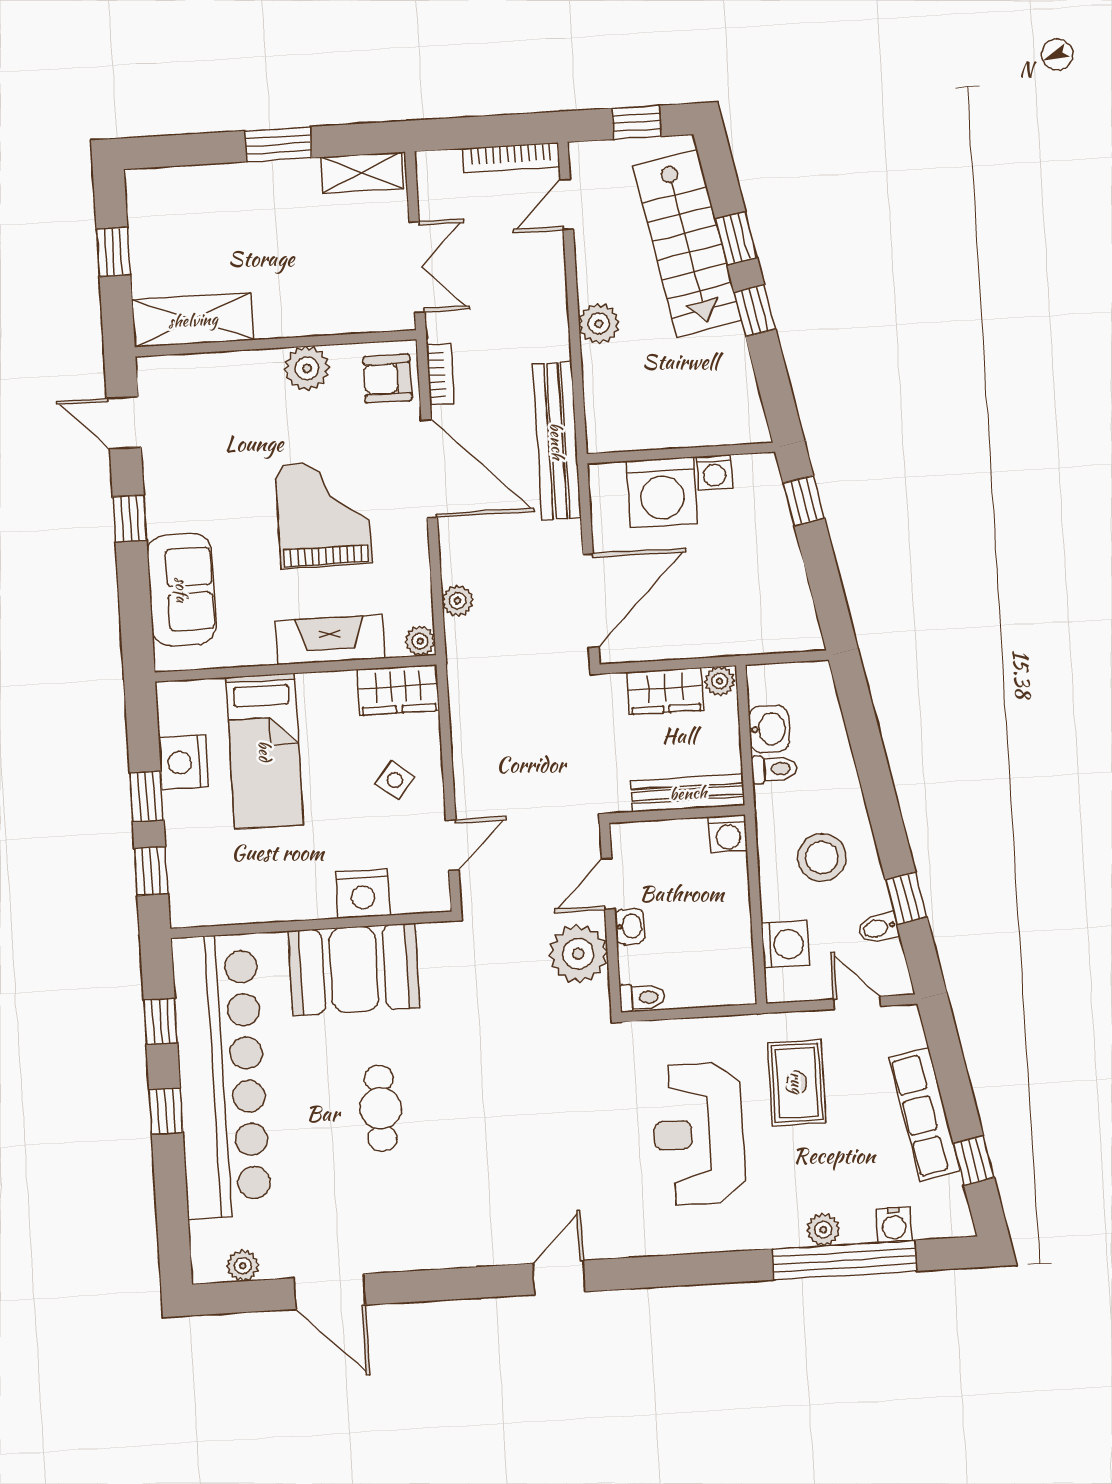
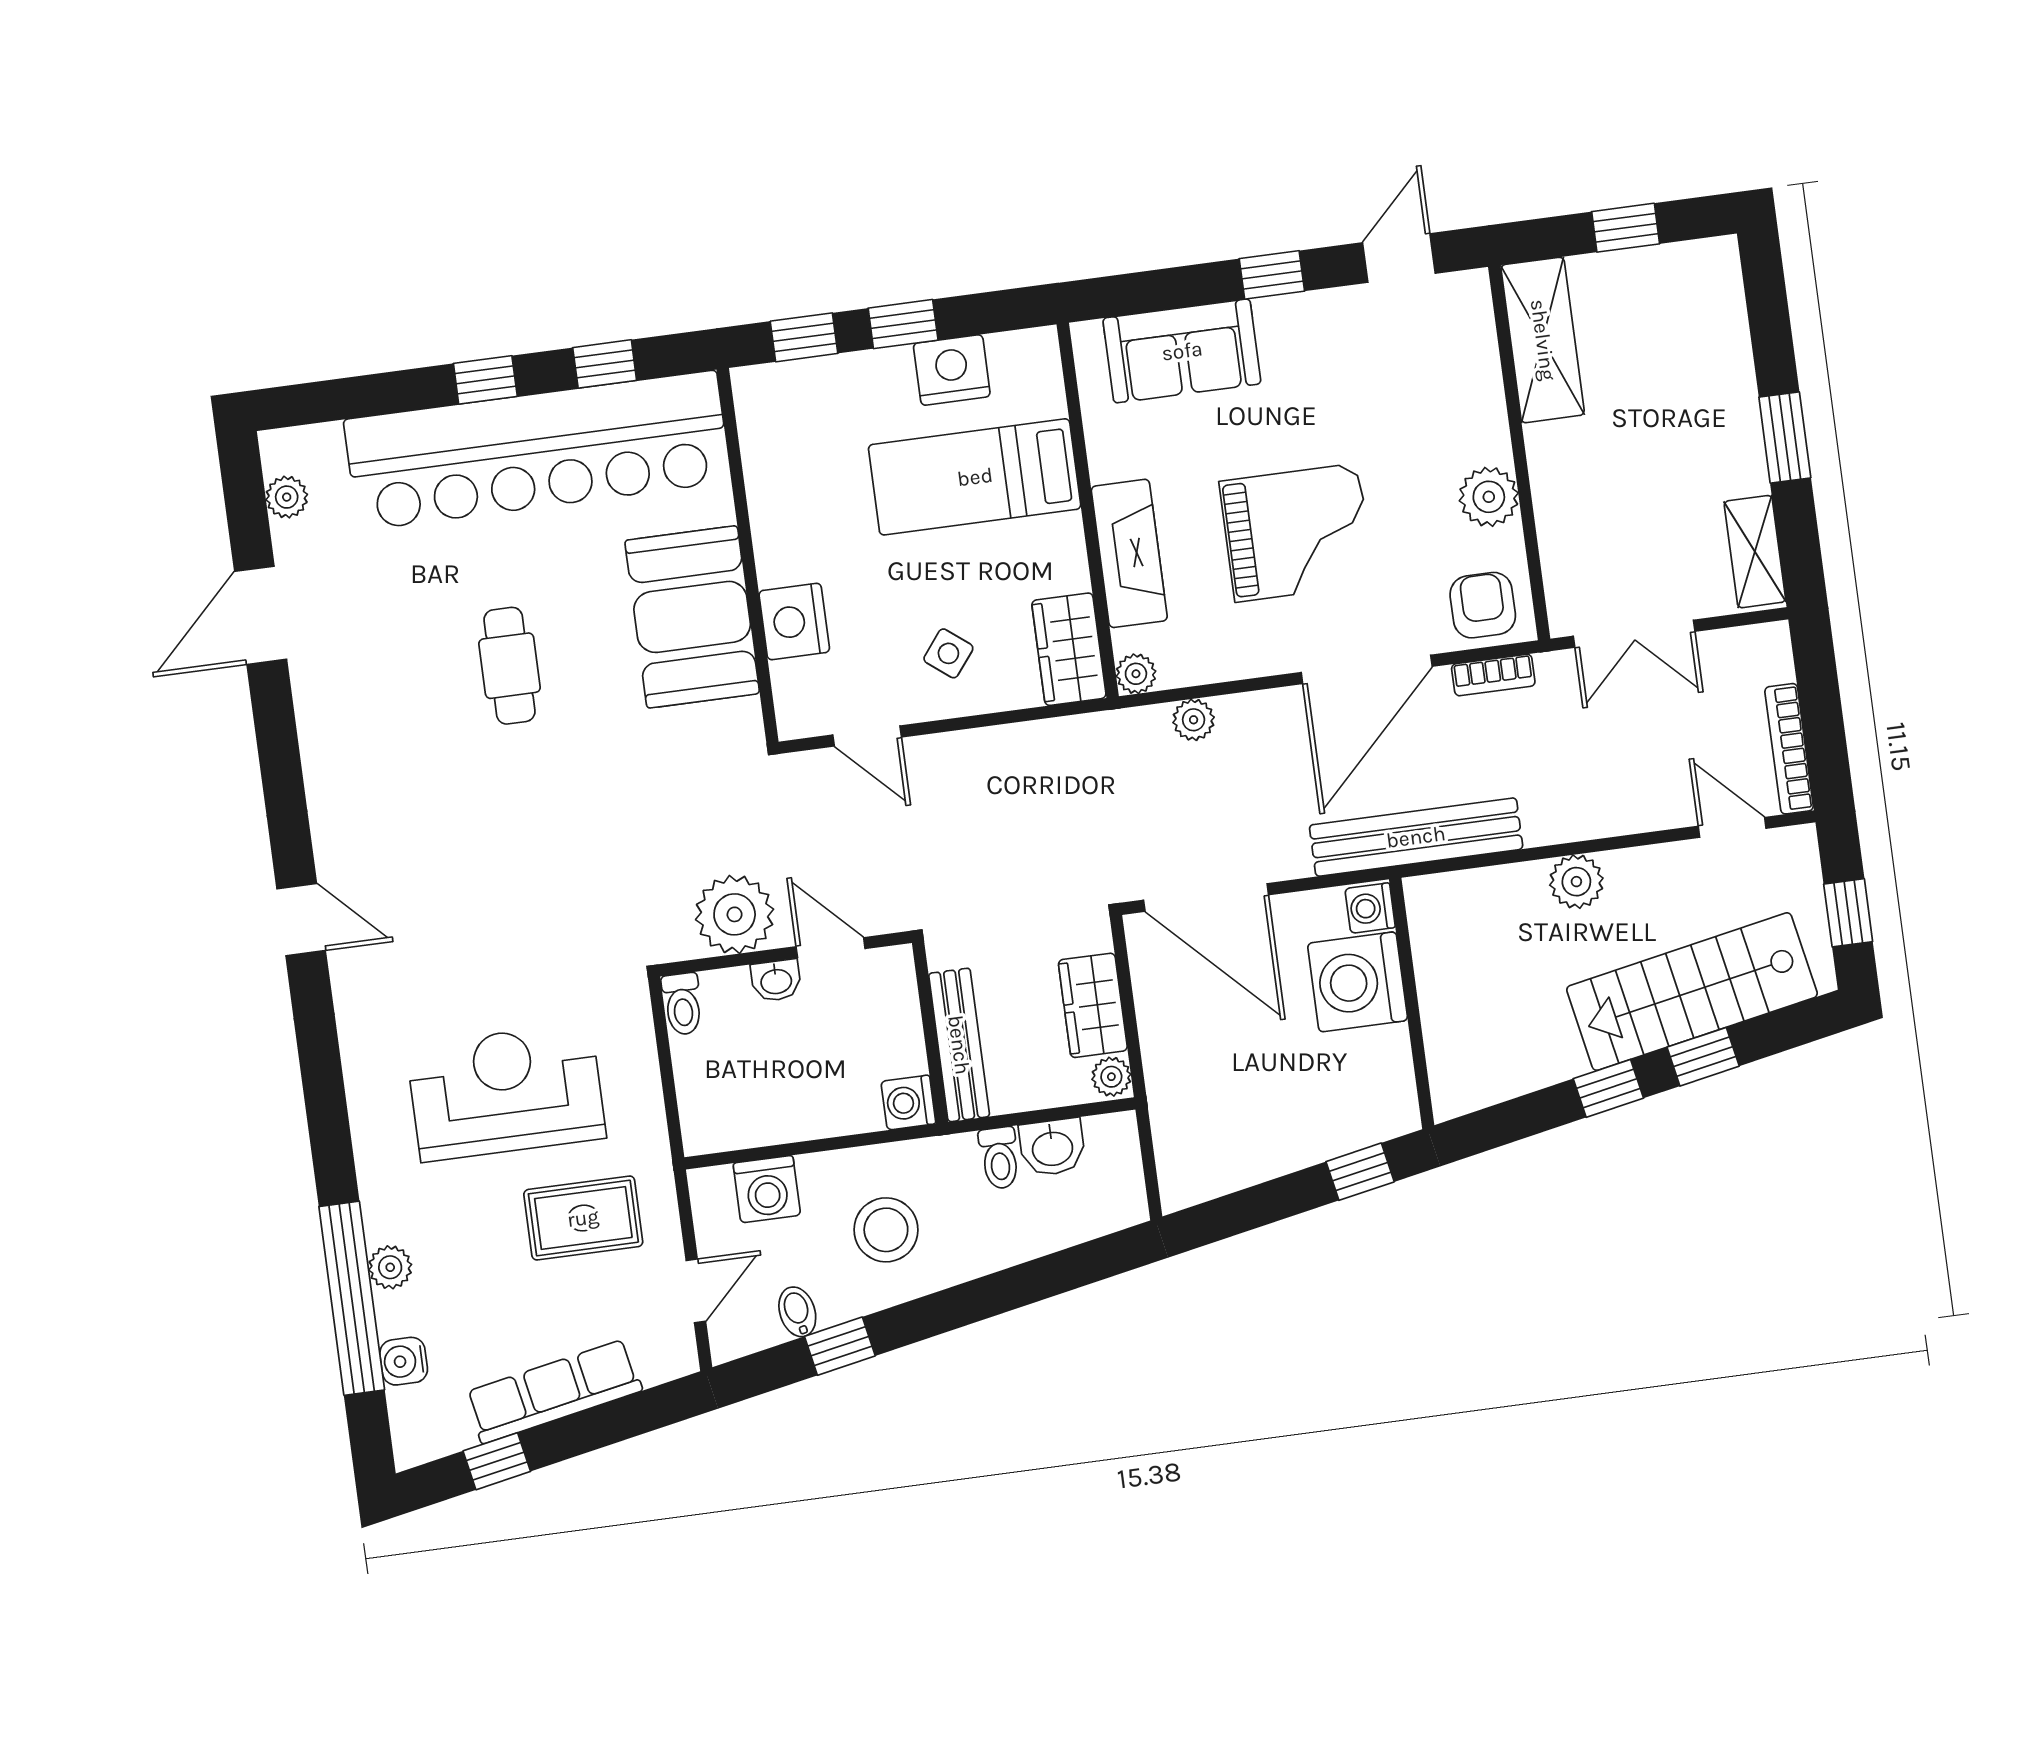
washing machine: (714, 472) -> (1370, 908), moved
cafe table: (381, 1108) -> (509, 666), turned 90

